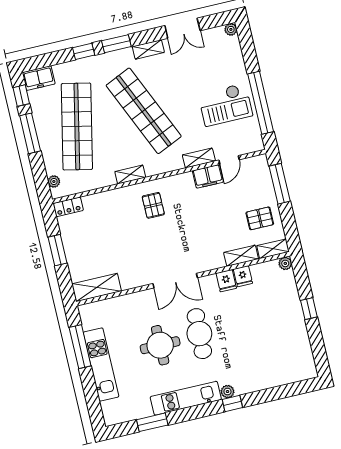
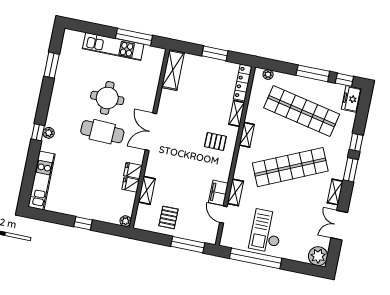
plant: (231, 29) -> (318, 256), width x1.88, depth x1.88
locker: (68, 207) -> (243, 83), width x1.53
shelving: (273, 249) -> (237, 113), moved
kitchen unit: (186, 398) -> (42, 180), moved

